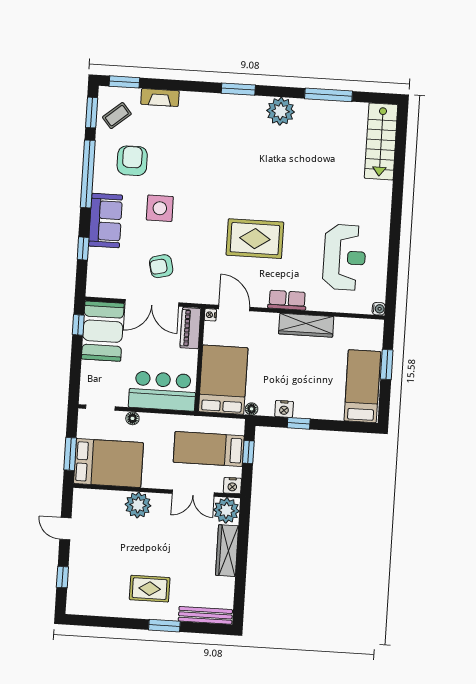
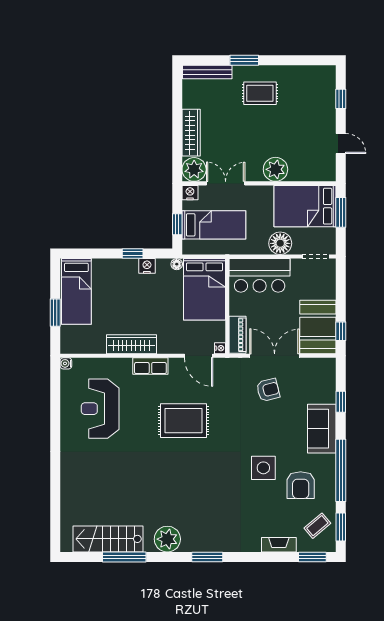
stairs: (381, 141) -> (108, 539), moved, turned -90
side table: (160, 208) -> (263, 468), moved
floor lamp: (132, 418) -> (280, 243), width x1.89, depth x1.89

